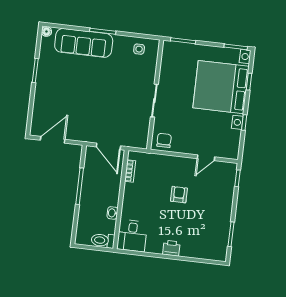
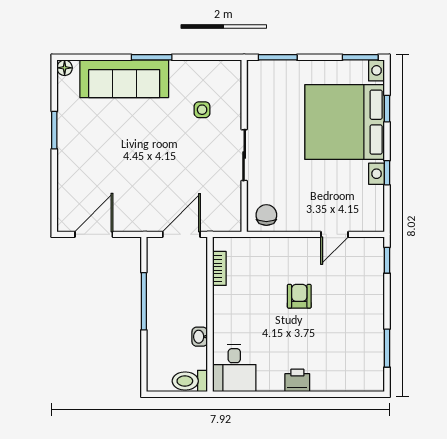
side table: (139, 49) -> (202, 110), moved
door: (108, 146) -> (181, 234), swing flipped

